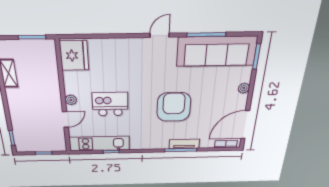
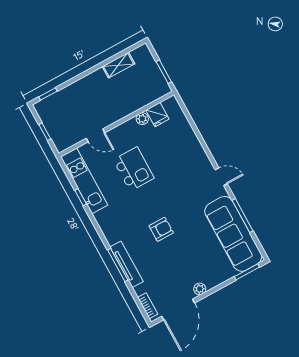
fridge: (74, 55) -> (157, 115), width x0.53, depth x0.75
plant: (244, 88) -> (200, 289), moved
plant: (71, 100) -> (142, 119), moved
armchair: (174, 107) -> (161, 229), width x0.53, depth x0.53
door: (245, 125) -> (178, 310), swing flipped
tv unit: (184, 144) -> (127, 264), width x1.41

